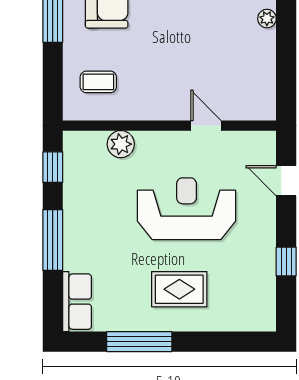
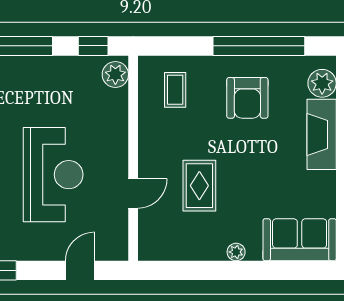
rug: (198, 57) -> (199, 186), added
plant: (121, 144) -> (115, 74), moved

